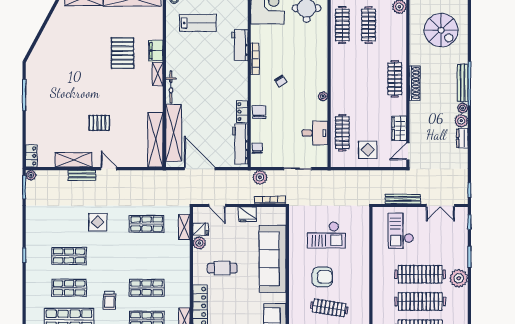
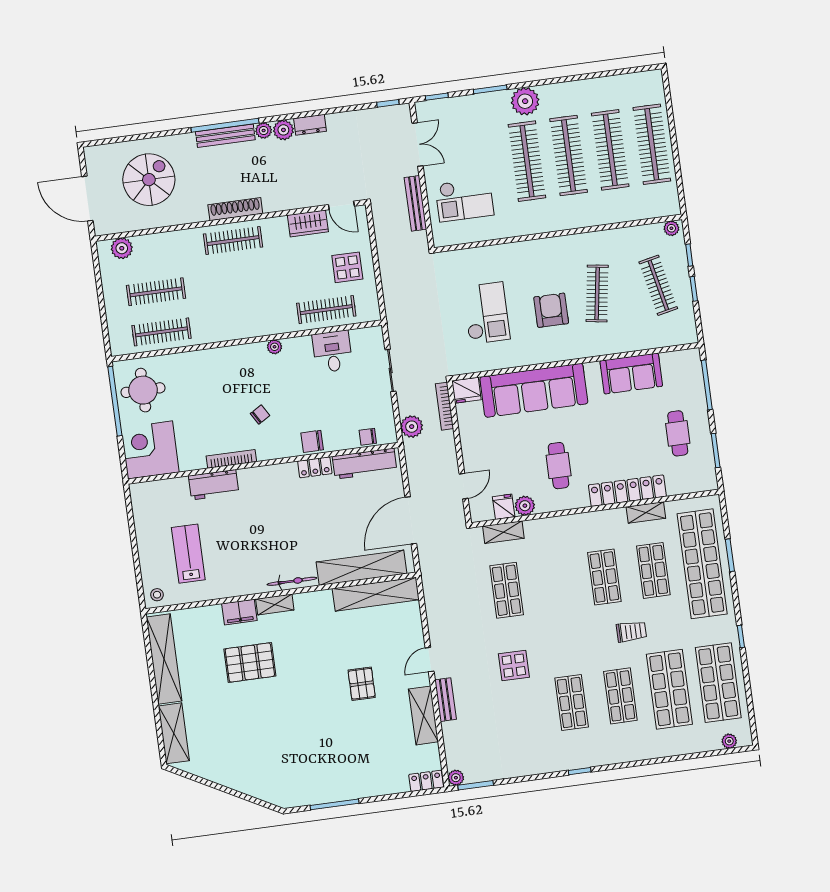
fridge: (248, 214) -> (466, 390), moved, turned 90

